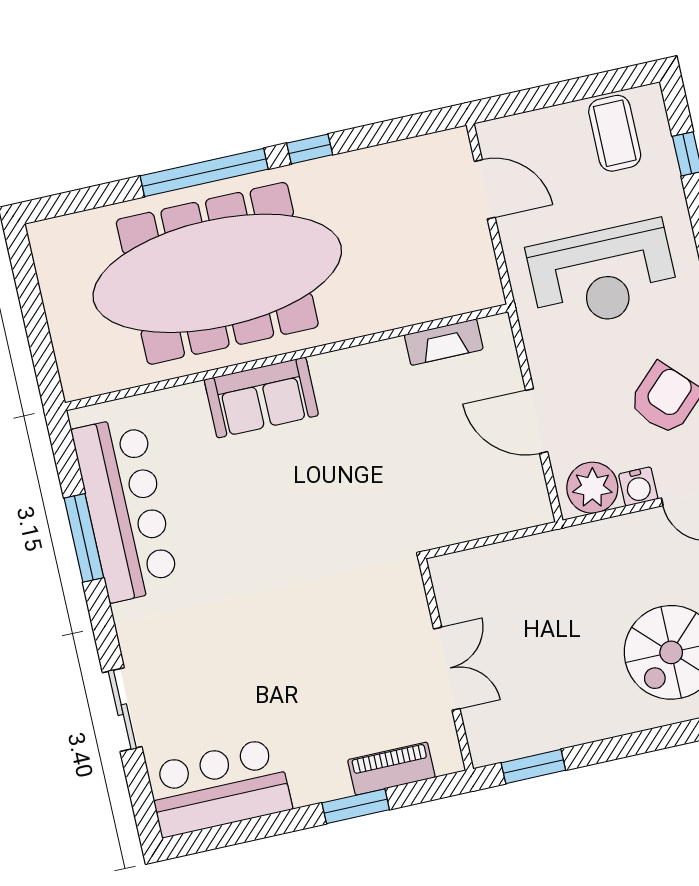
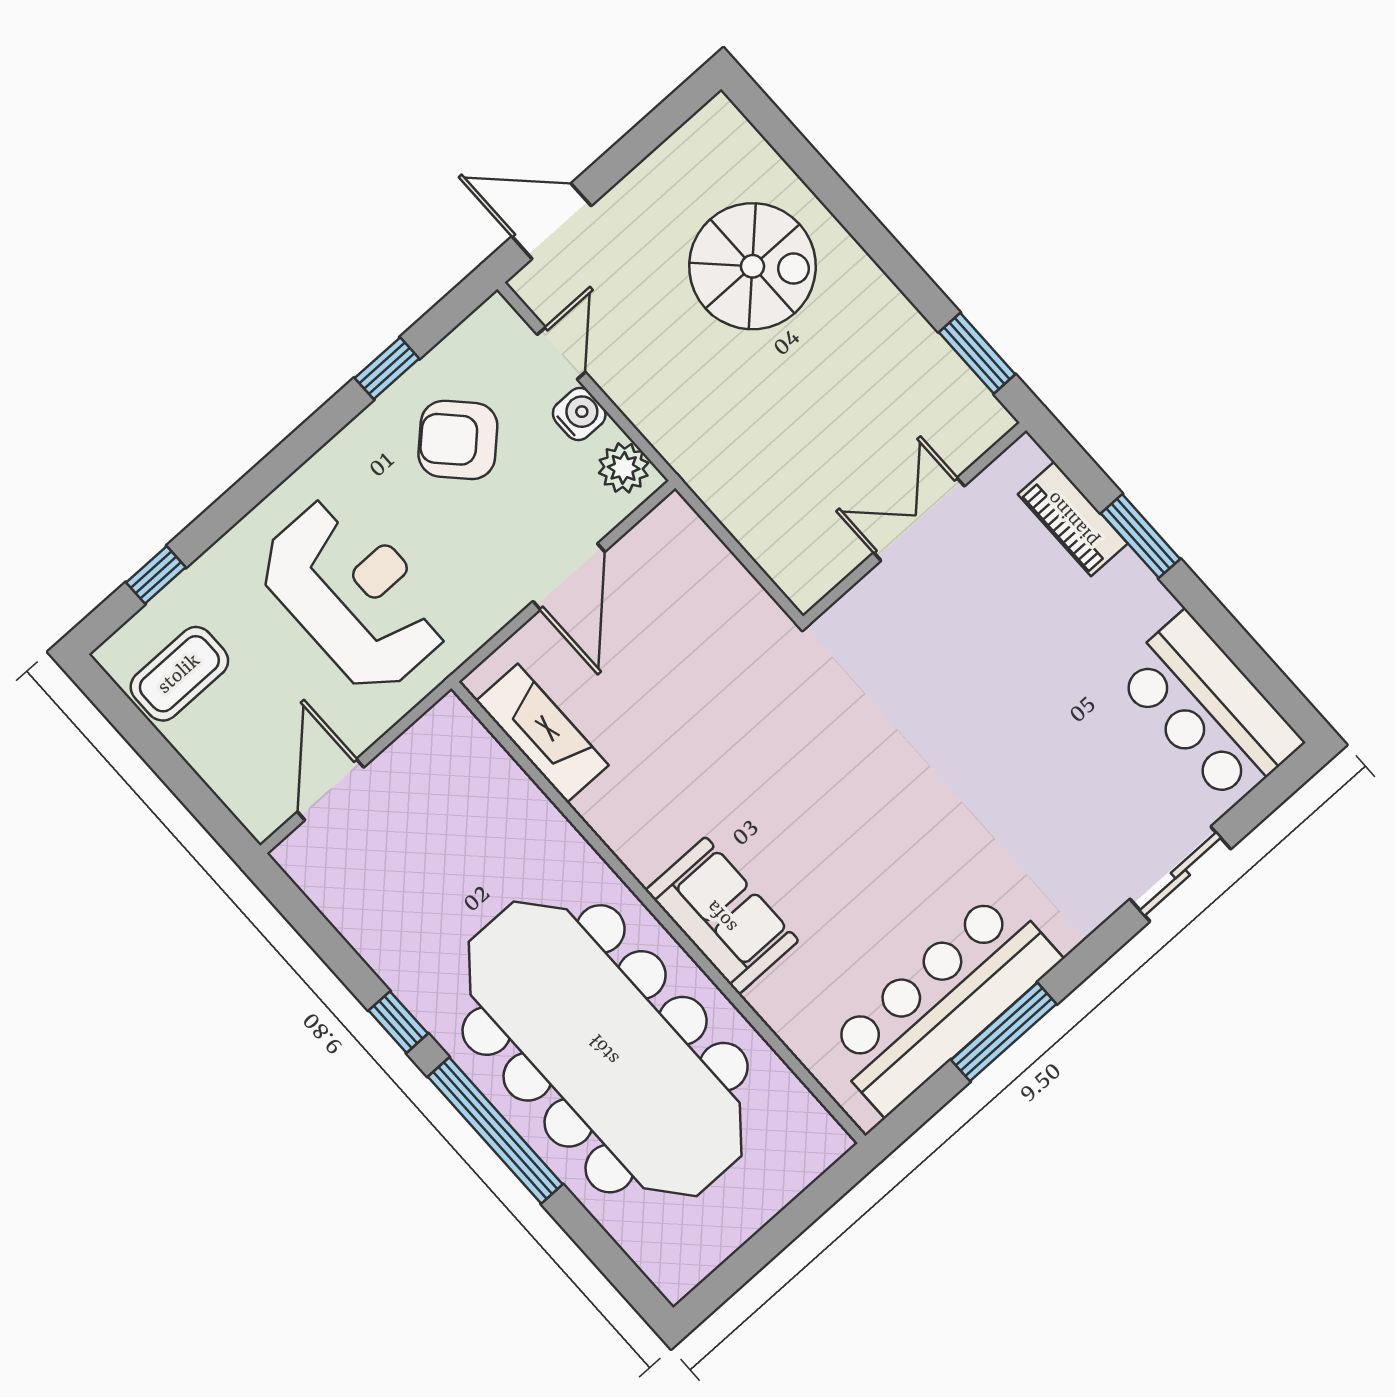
fireplace: (444, 342) -> (542, 733), width x1.37, depth x1.32
plant: (592, 488) -> (624, 468), width x0.73, depth x0.73

